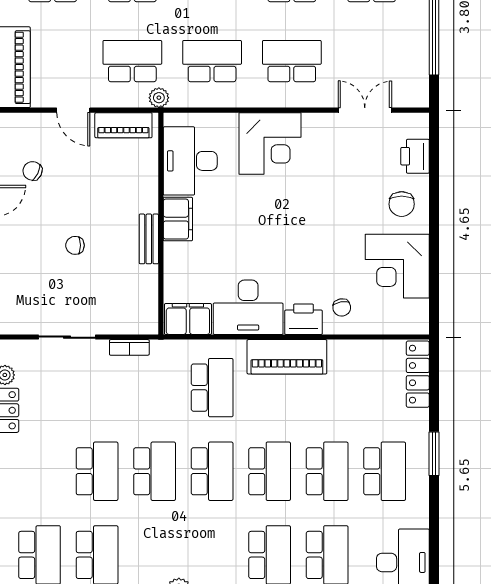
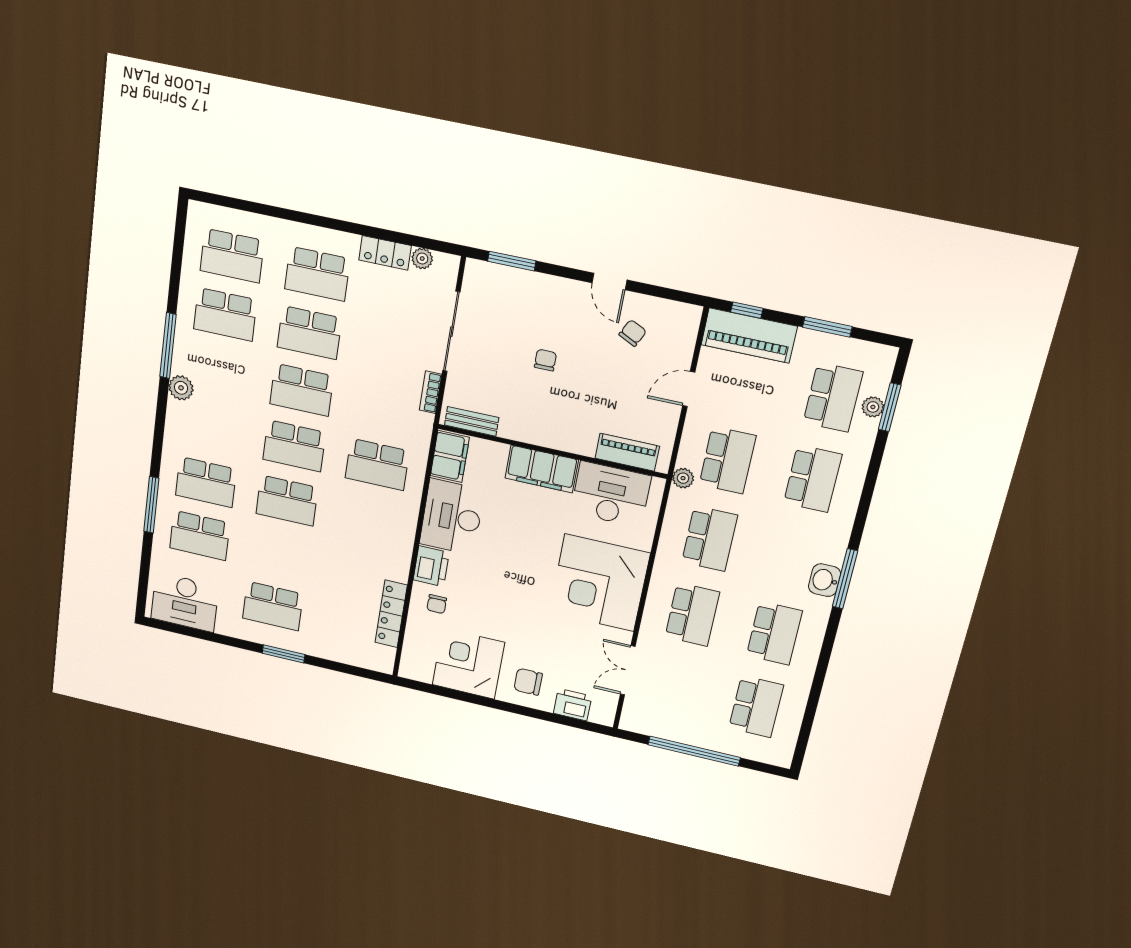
double door: (365, 110) -> (628, 670), swing flipped
piano: (123, 125) -> (627, 452), moved, turned 90
corner desk: (270, 143) -> (599, 583), width x1.36, depth x1.36
filing cabinet: (178, 219) -> (542, 469), width x1.50, depth x1.17
bench: (149, 239) -> (472, 421), moved
chair: (342, 307) -> (437, 604), turned -80
sliding door: (67, 337) -> (451, 332), width x1.37
piano: (287, 357) -> (397, 542), removed
locker: (418, 374) -> (391, 614), moved, turned -90
school desk: (327, 471) -> (317, 274), moved

